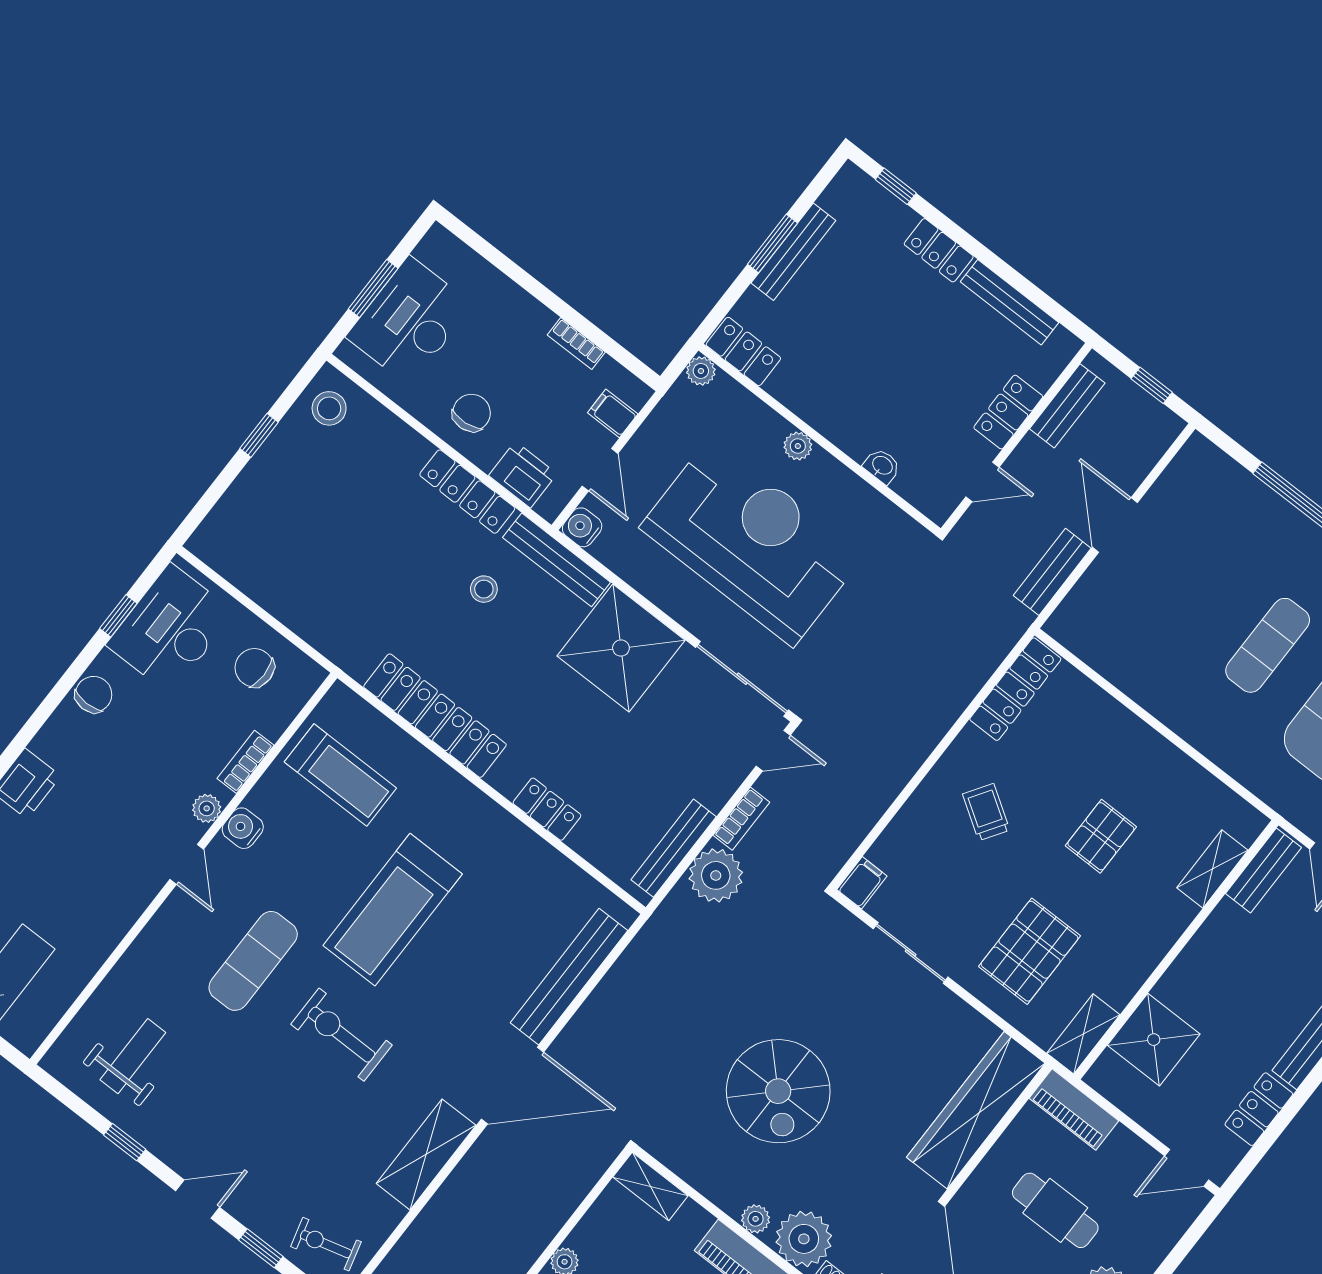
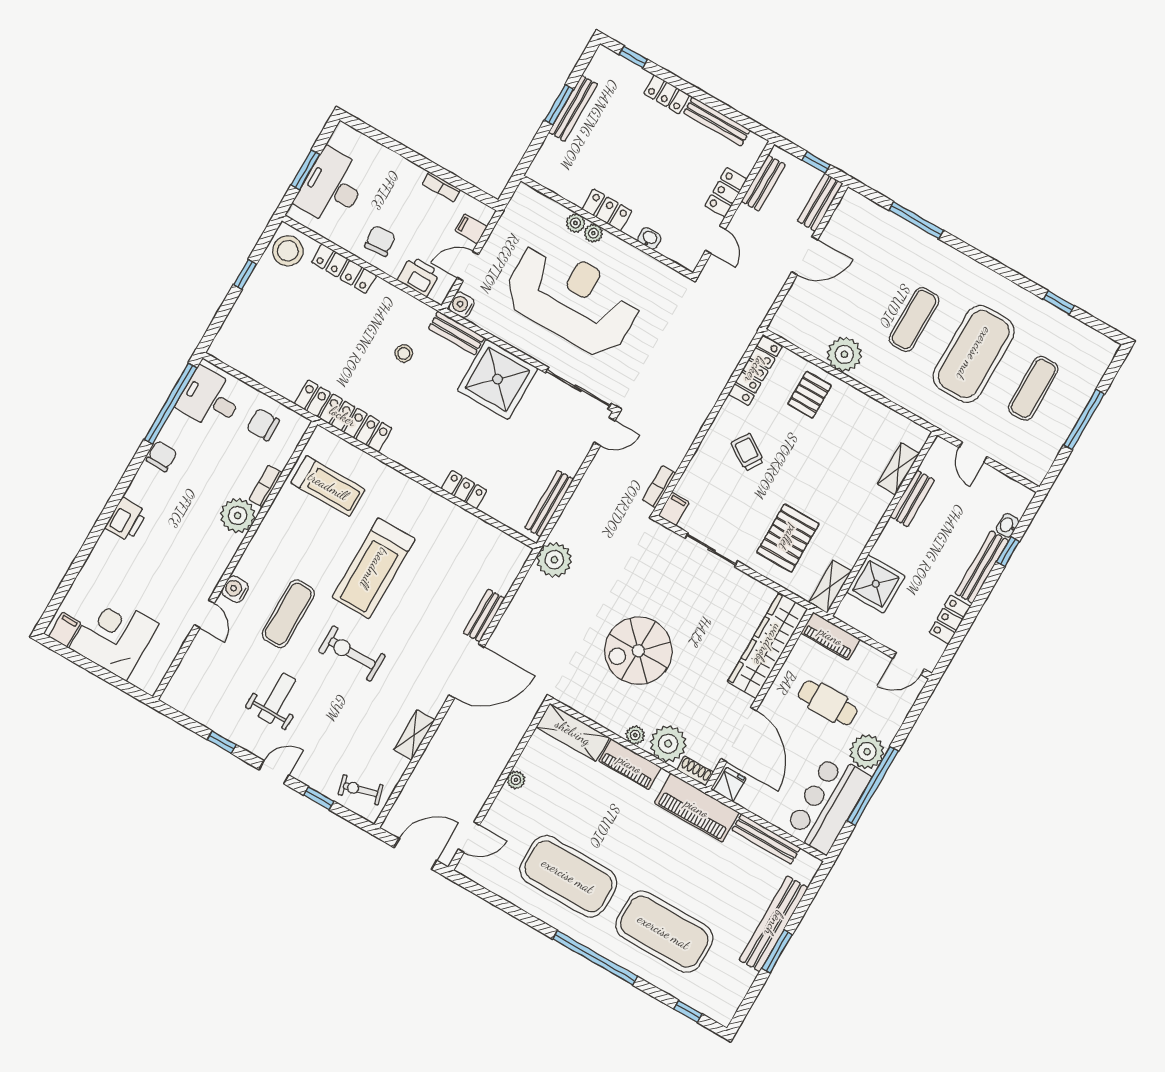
locker: (743, 351) -> (607, 210), moved
plant: (701, 371) -> (575, 223), moved
stool: (329, 408) -> (288, 251), width x1.38, depth x1.38
door: (600, 470) -> (468, 266), swing flipped
door: (982, 482) -> (716, 240), hinge flipped
locker: (467, 492) -> (344, 269), moved
door: (1115, 525) -> (805, 256), swing flipped
bench: (557, 560) -> (456, 333), width x0.73
bench: (1052, 572) -> (820, 202), moved
window: (118, 616) -> (171, 403), width x3.17
desk: (170, 629) -> (210, 399), width x0.73
plant: (1154, 684) -> (844, 354), added
locker: (435, 716) -> (343, 416), moved
plant: (207, 808) -> (238, 516), width x1.87, depth x1.87
bookcase: (741, 819) -> (659, 487), moved, turned 180
water cooler: (243, 828) -> (235, 589), moved
pallet: (1101, 836) -> (810, 395), moved
door: (187, 864) -> (204, 614), moved
bench: (1263, 871) -> (912, 498), moved
plant: (716, 875) -> (554, 560), moved
bench: (569, 977) -> (484, 616), width x0.54, depth x0.82
weight bench: (133, 1056) -> (277, 698), moved
spiral stairs: (778, 1091) -> (638, 651), turned 90
shelving: (426, 1154) -> (414, 735), width x0.67, depth x0.75
shelving: (650, 1186) -> (573, 732), width x1.50, depth x1.33

